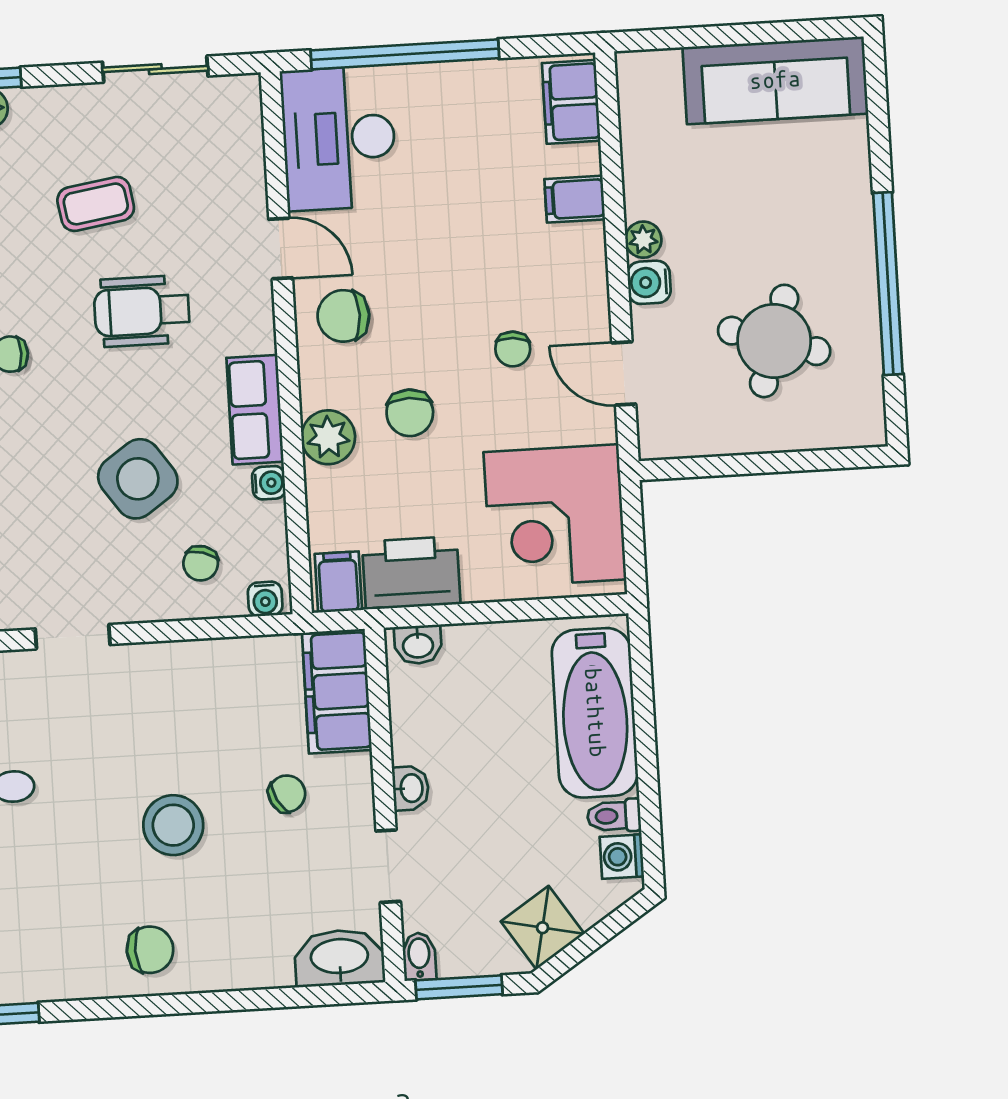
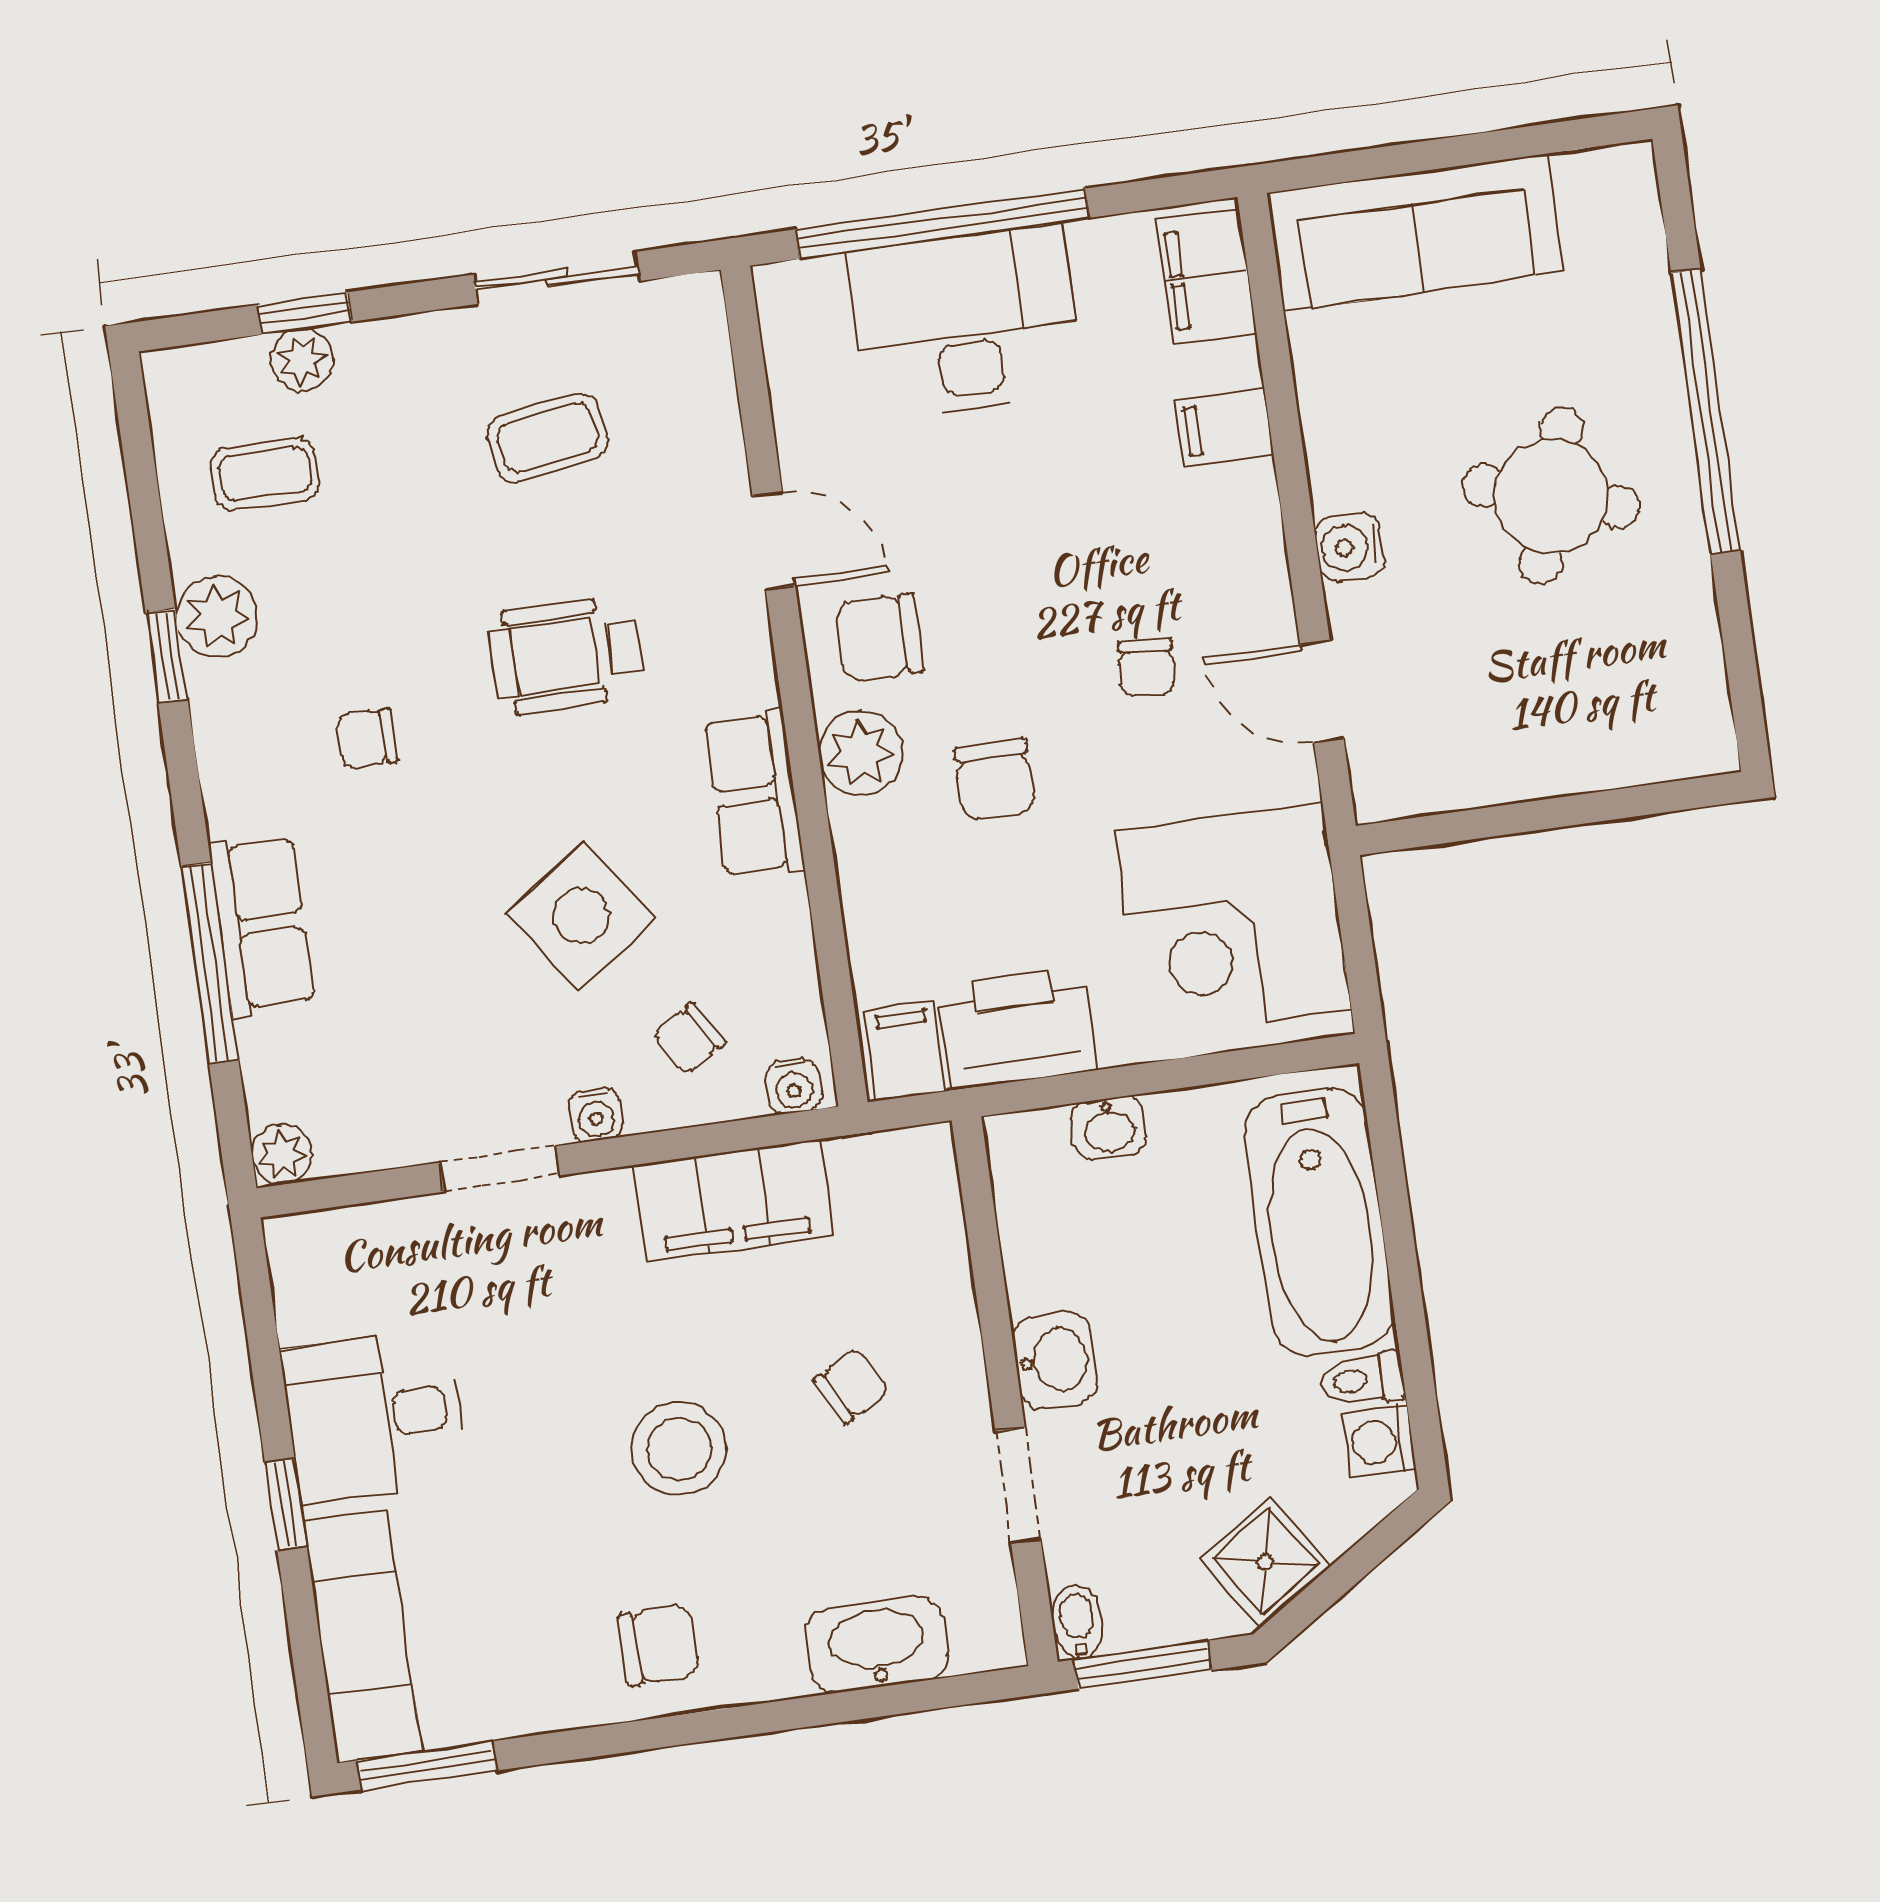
sofa: (775, 80) -> (1415, 233), moved
desk: (339, 138) -> (965, 322), moved, turned 90
coffee table: (96, 204) -> (548, 438), moved
plant: (643, 240) -> (1336, 481), removed
window: (888, 284) -> (1706, 412), moved
round table: (774, 341) -> (1551, 496), moved
plant: (328, 437) -> (861, 753), moved
water cooler: (269, 483) -> (596, 1115), moved, turned 90
chair: (201, 563) -> (689, 1039), turned 43
washbasin: (418, 645) -> (1109, 1128), moved
filing cabinet: (337, 691) -> (733, 1200), moved, turned -90
washbasin: (411, 788) -> (1055, 1360), width x1.38, depth x1.45
washbasin: (340, 958) -> (877, 1645), moved

